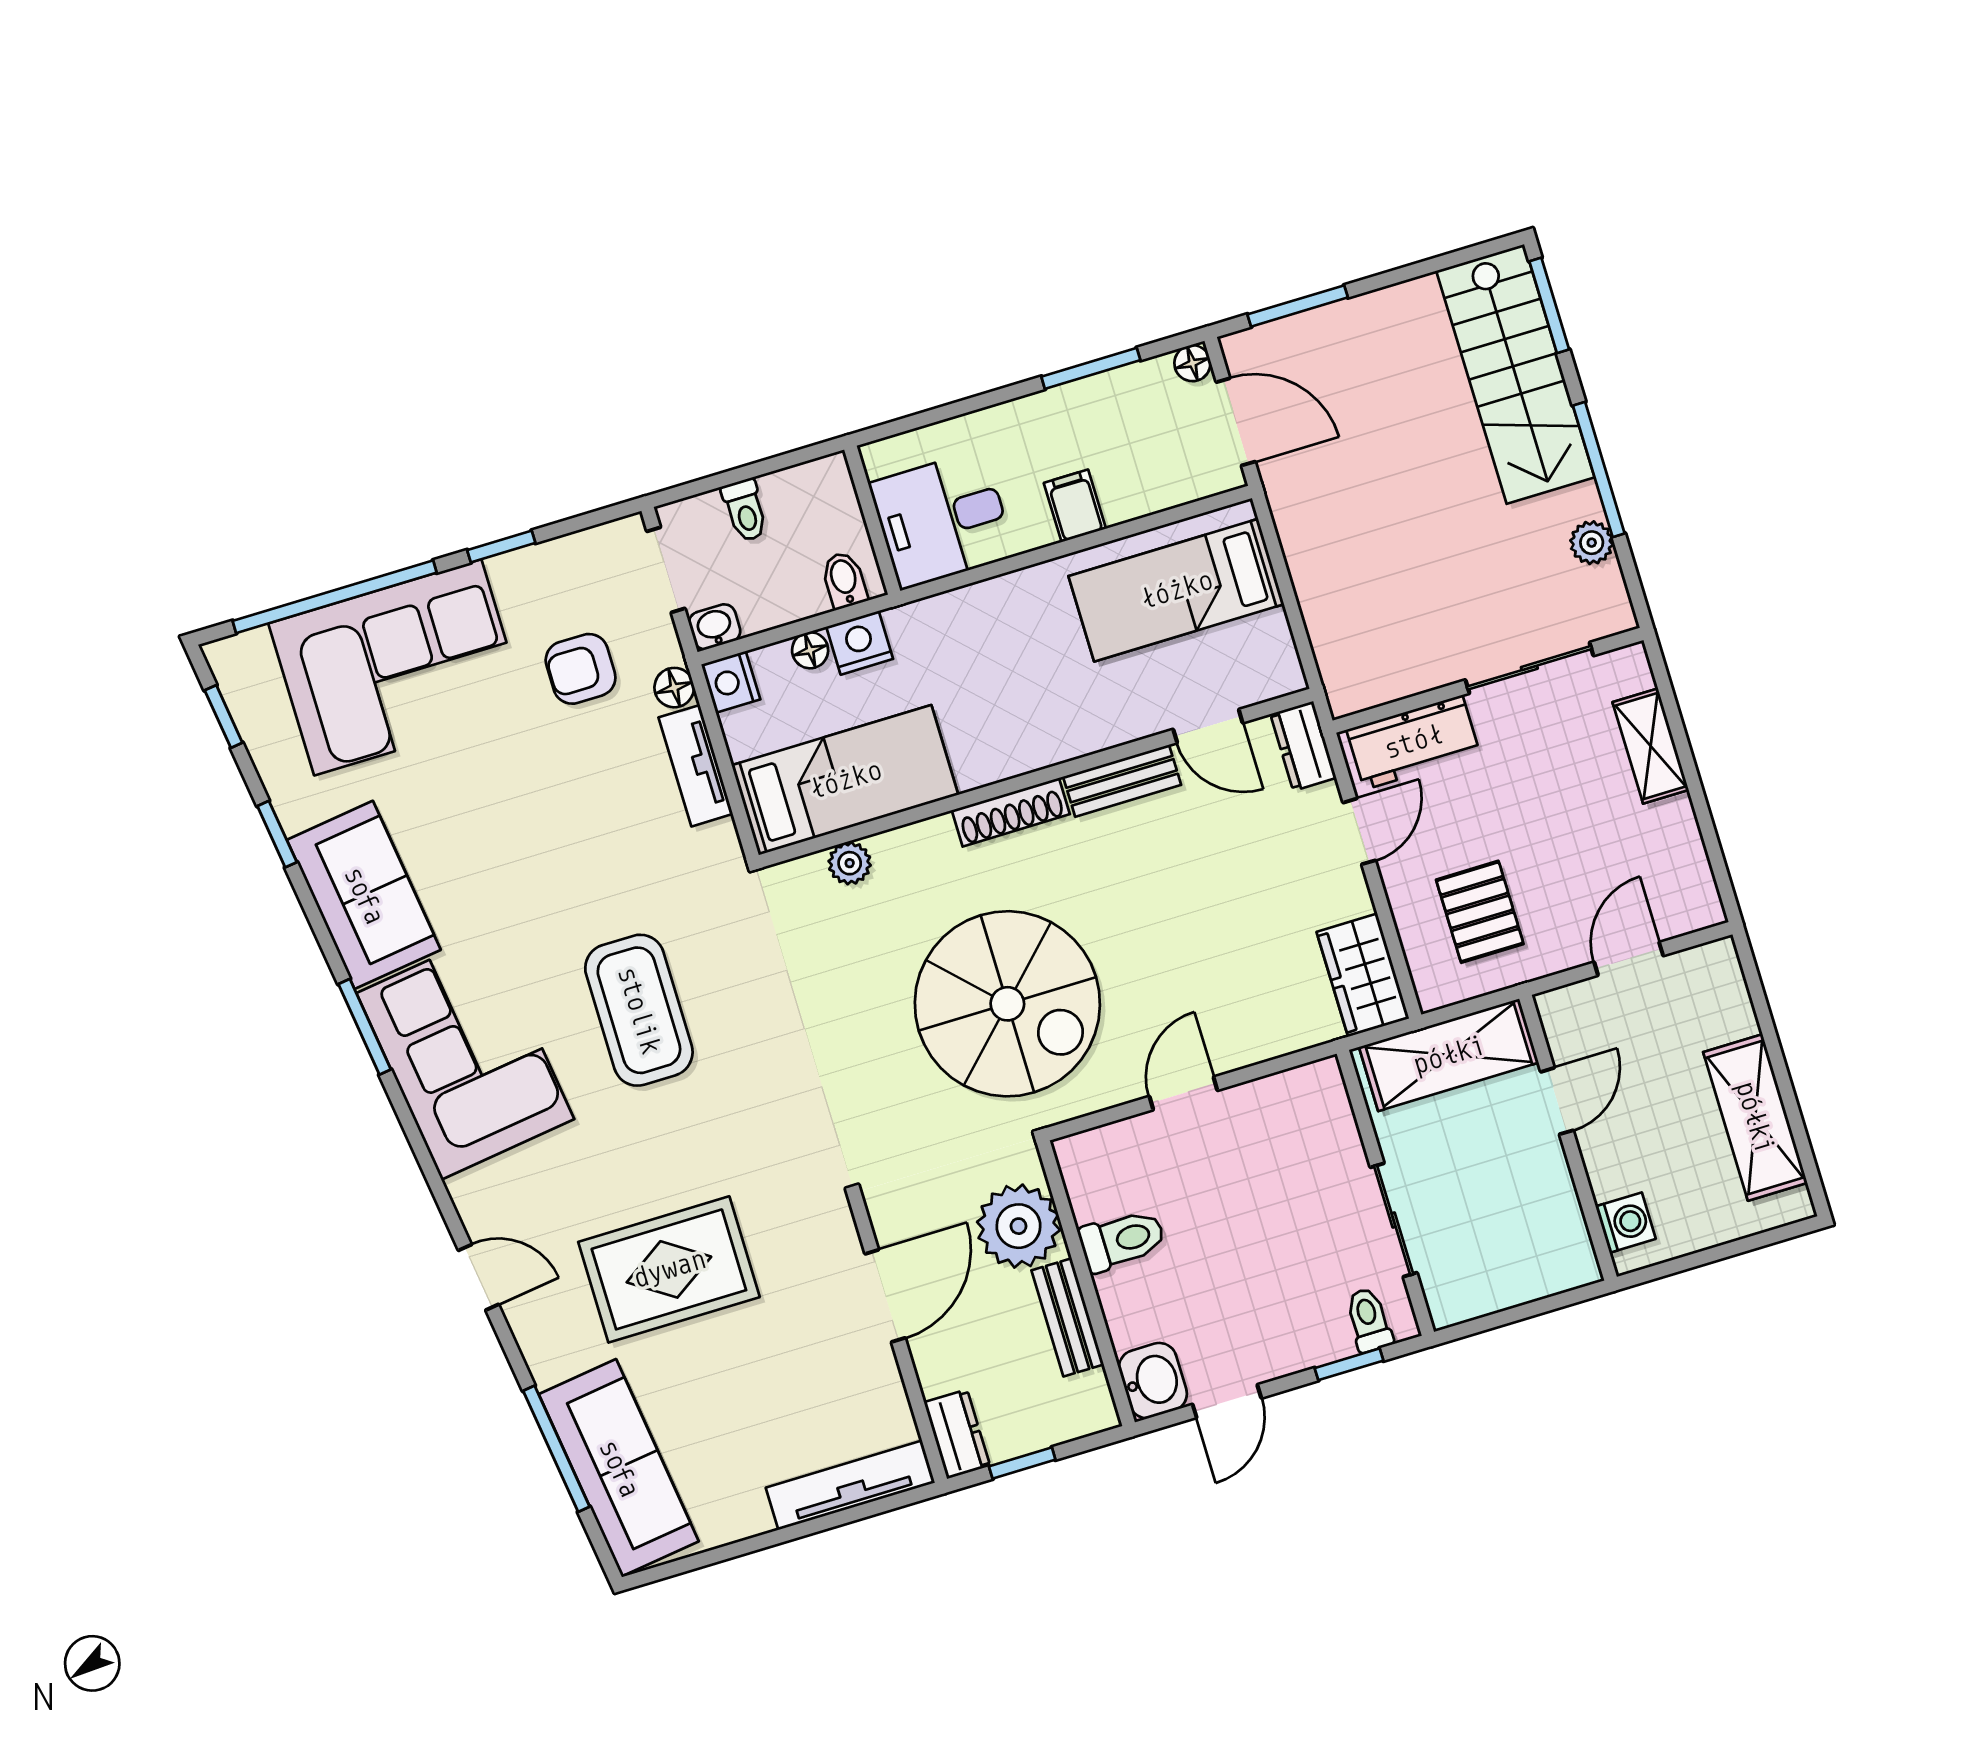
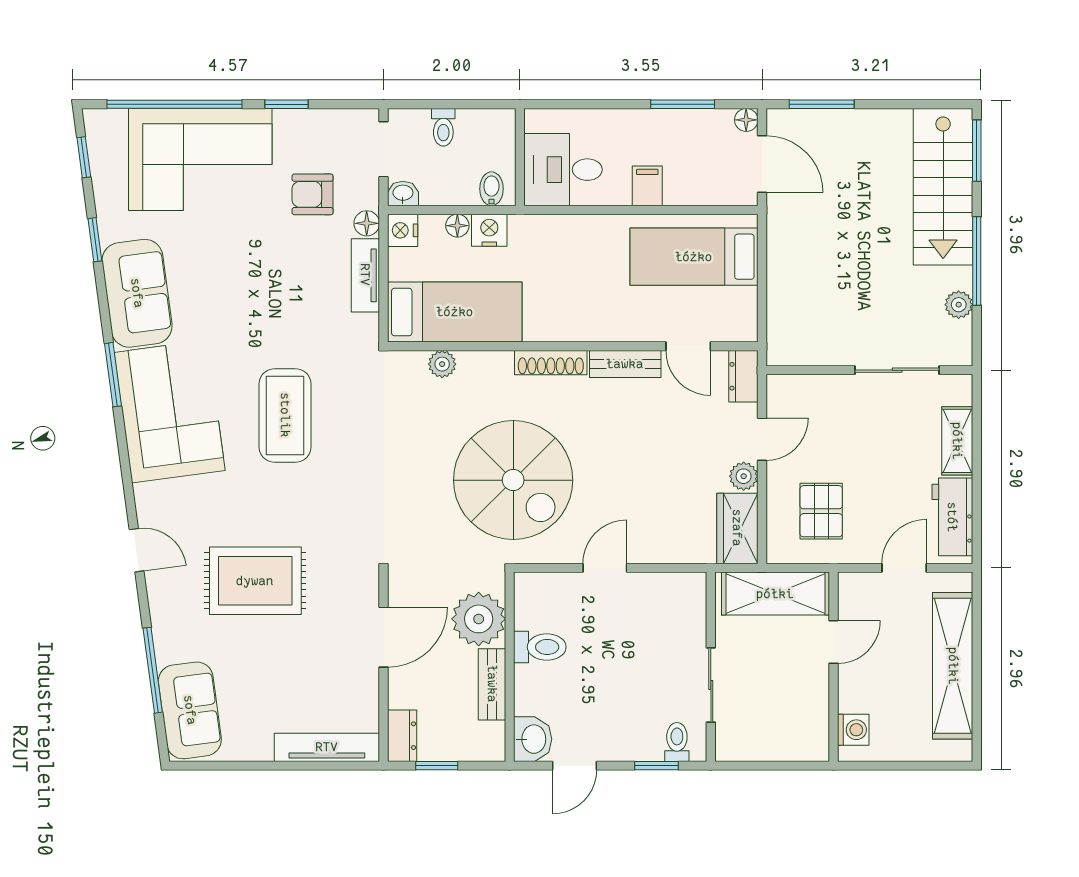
workbench: (1413, 742) -> (952, 517), moved, turned 90
plant: (1349, 895) -> (744, 476), added
shelving: (1755, 1117) -> (953, 666), width x1.47
sofa: (619, 1468) -> (190, 710), width x0.73

